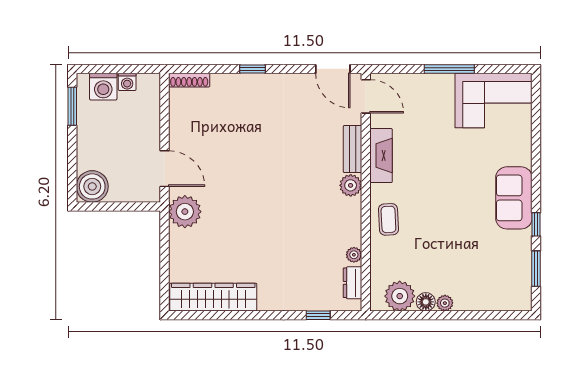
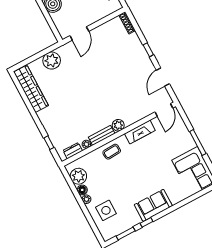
door: (333, 69) -> (163, 77), moved
bench: (353, 149) -> (102, 135), moved
plant: (185, 212) -> (52, 61), moved
side table: (480, 281) -> (106, 210), added

